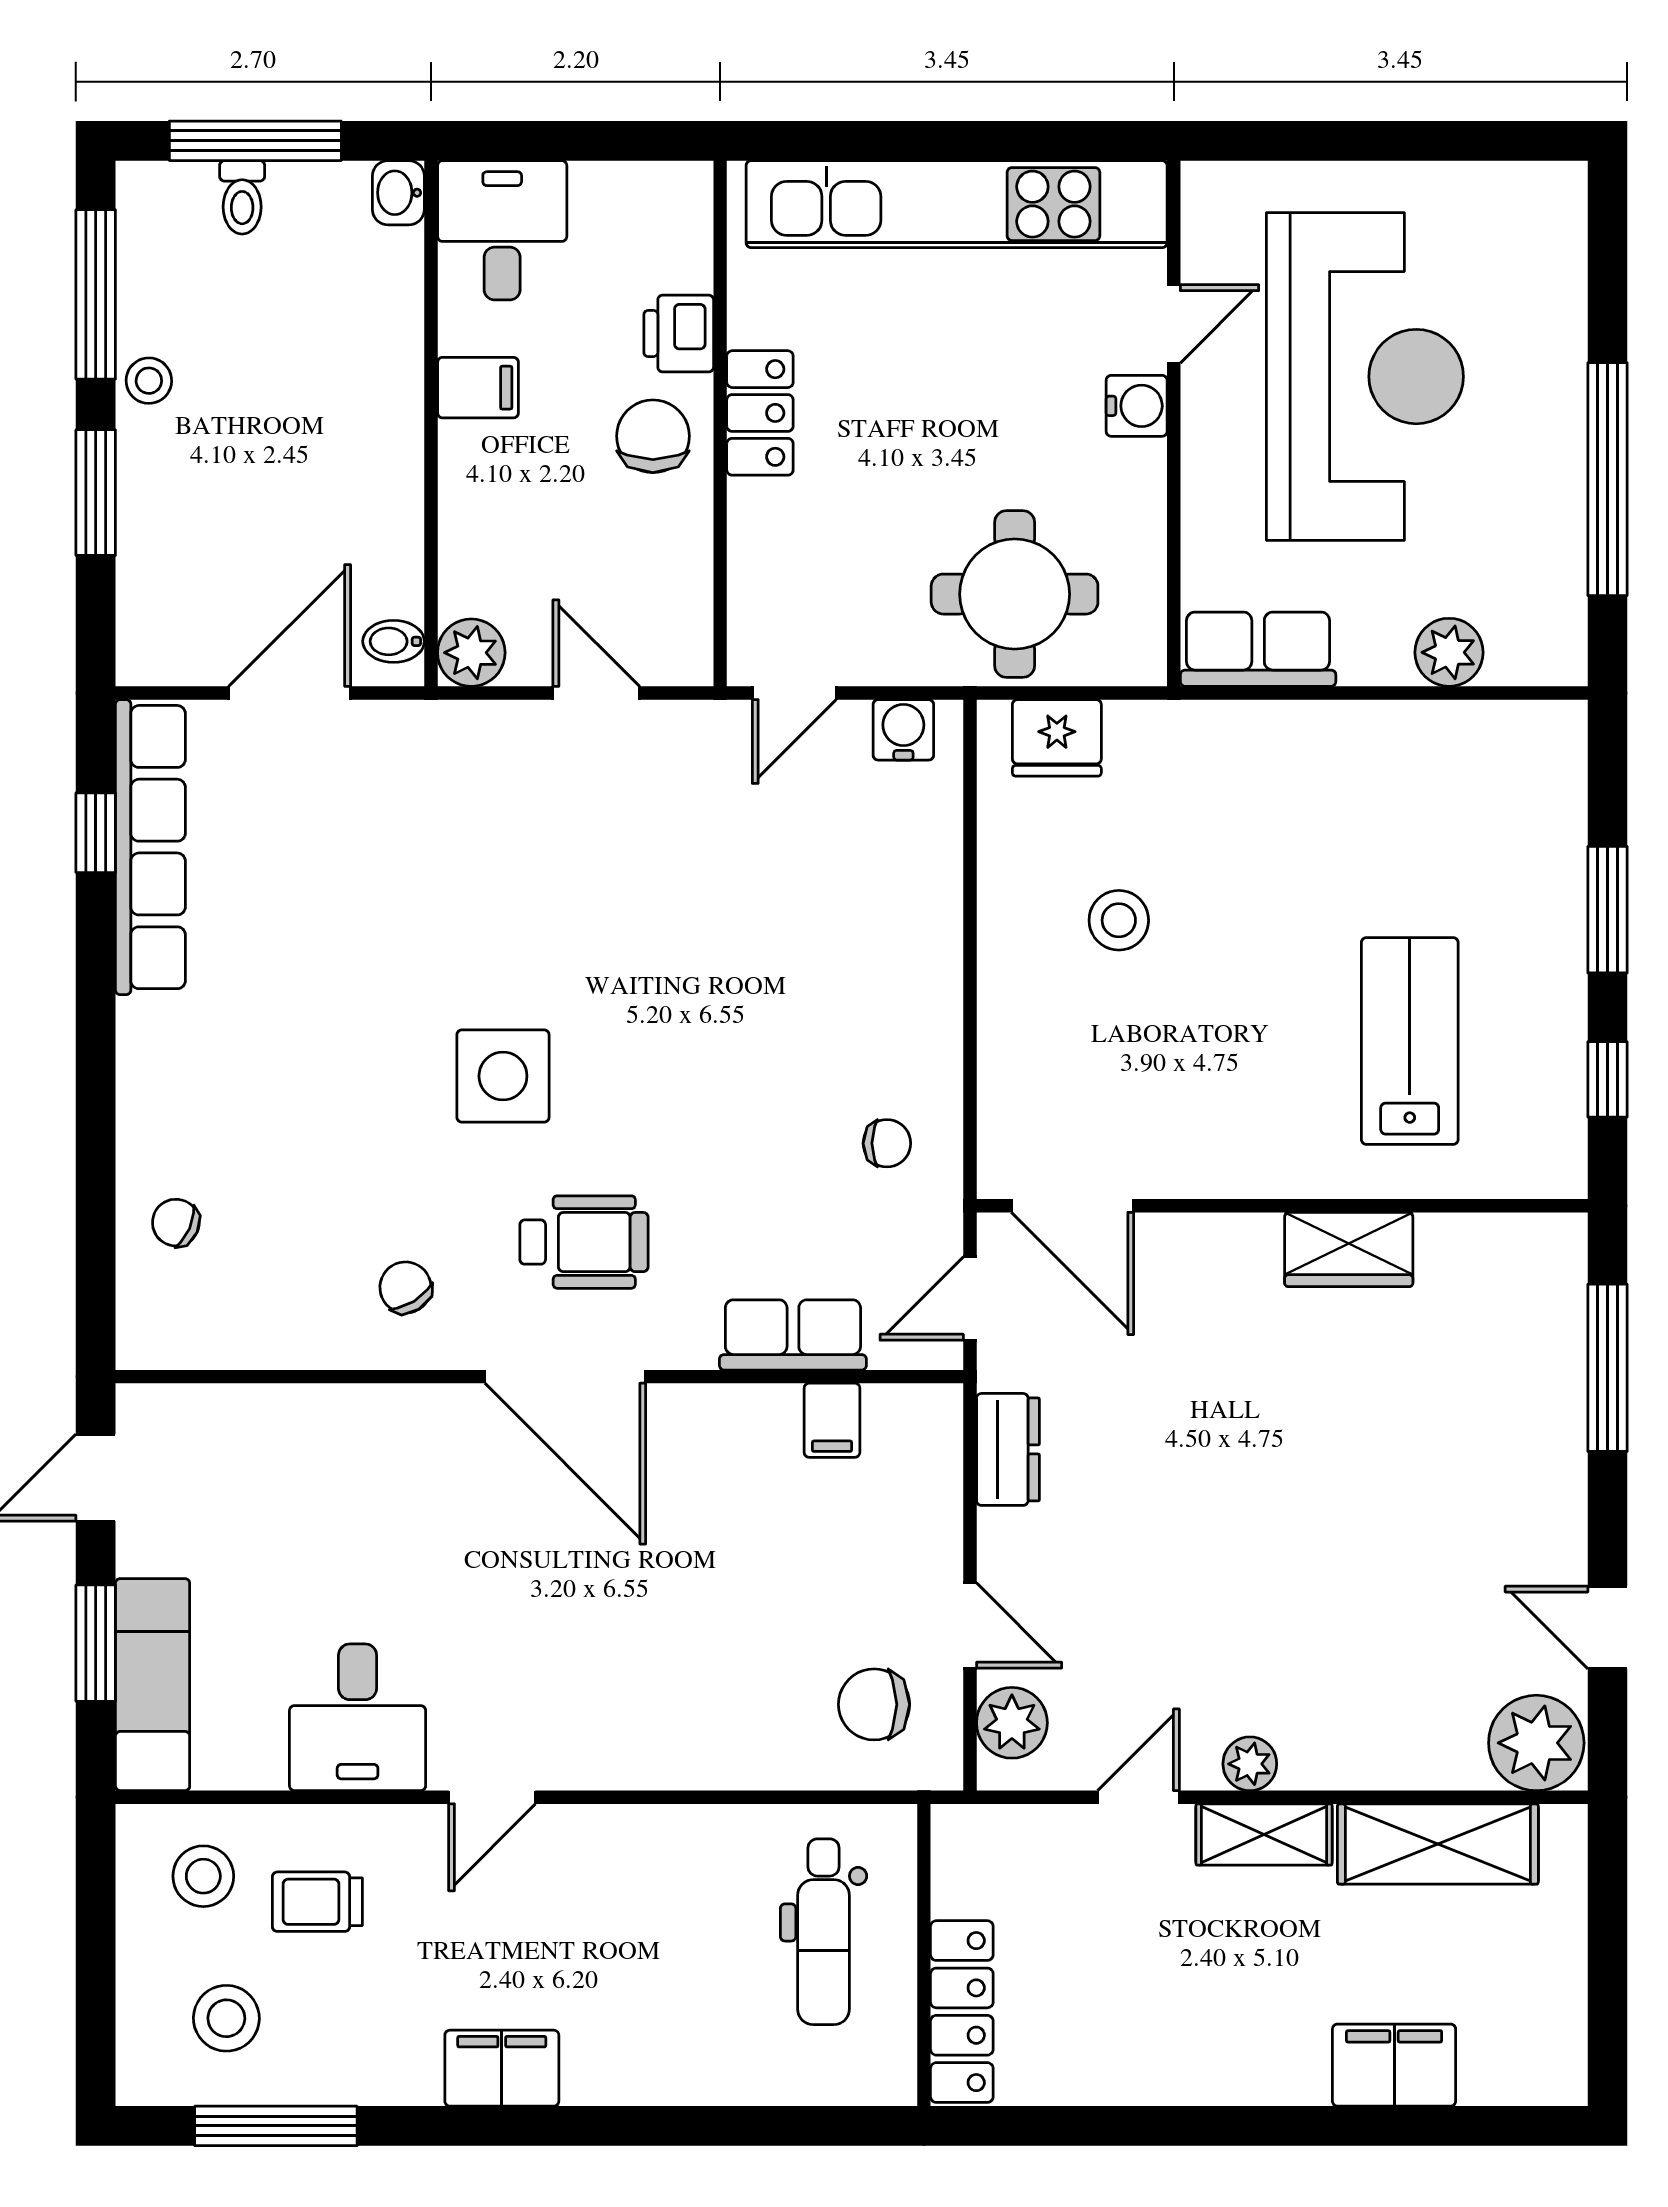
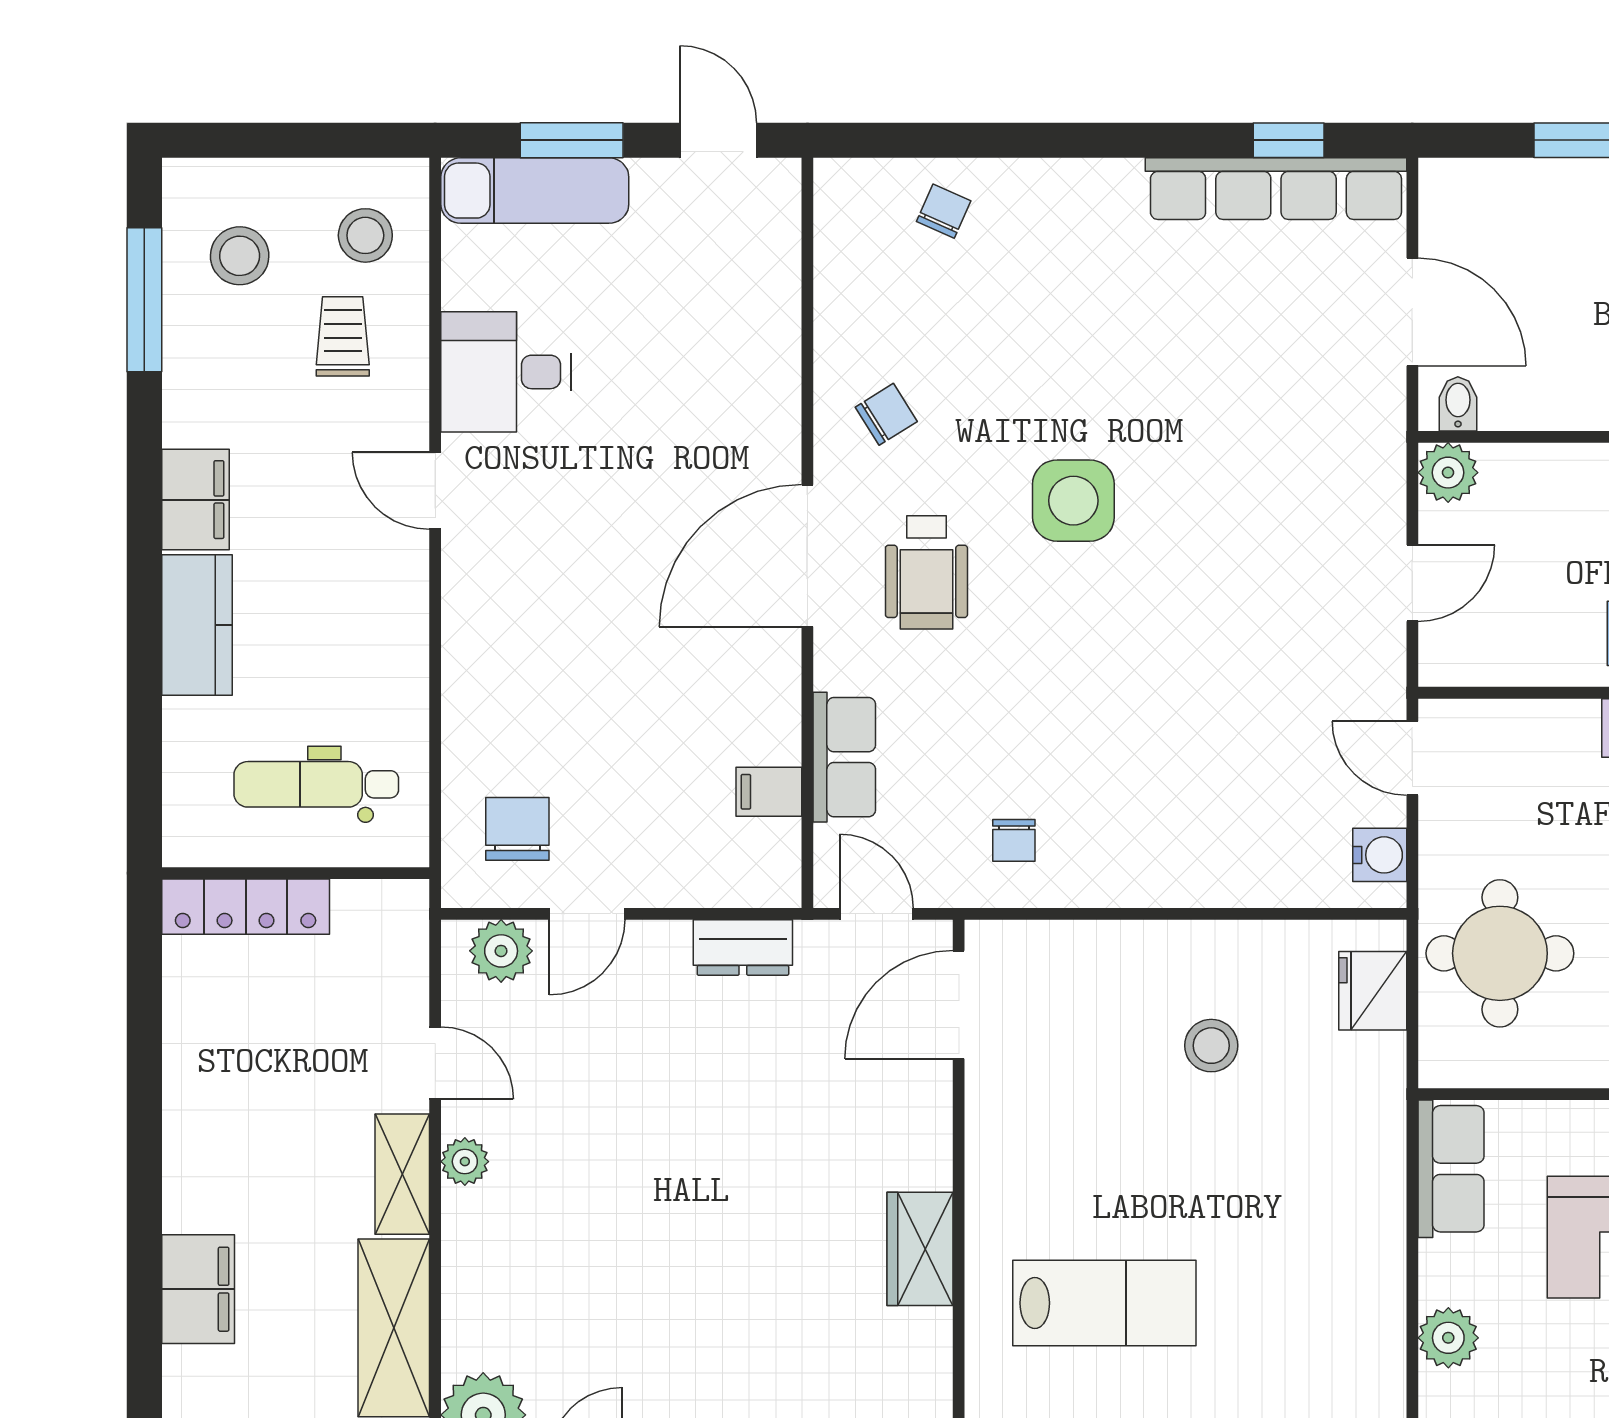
kitchen counter: (644, 2066) -> (197, 625), added

